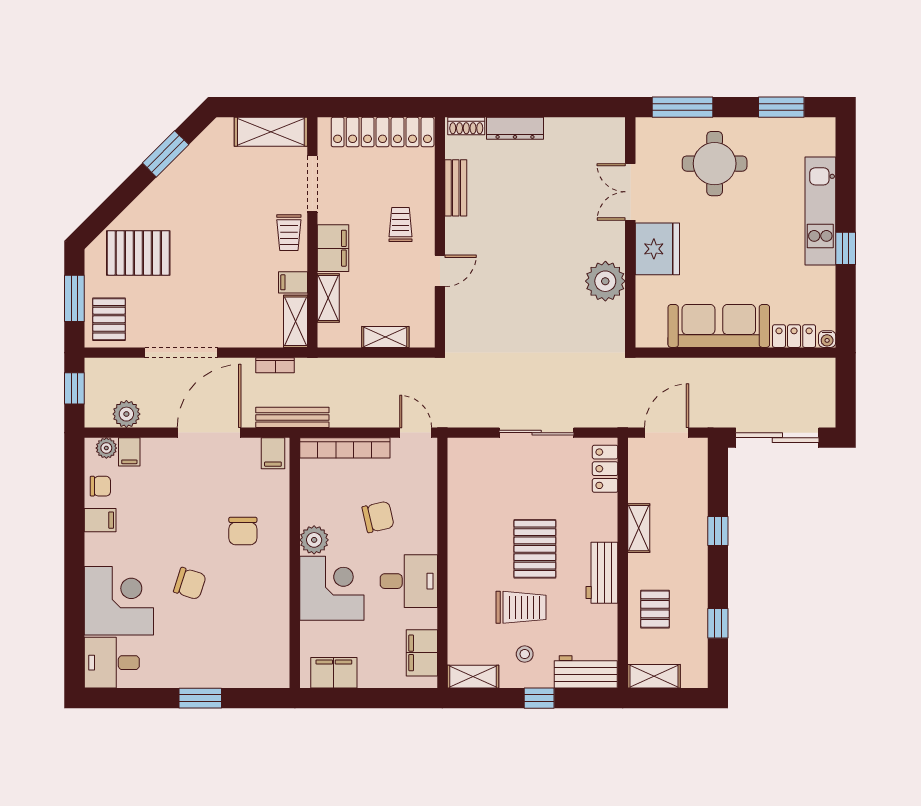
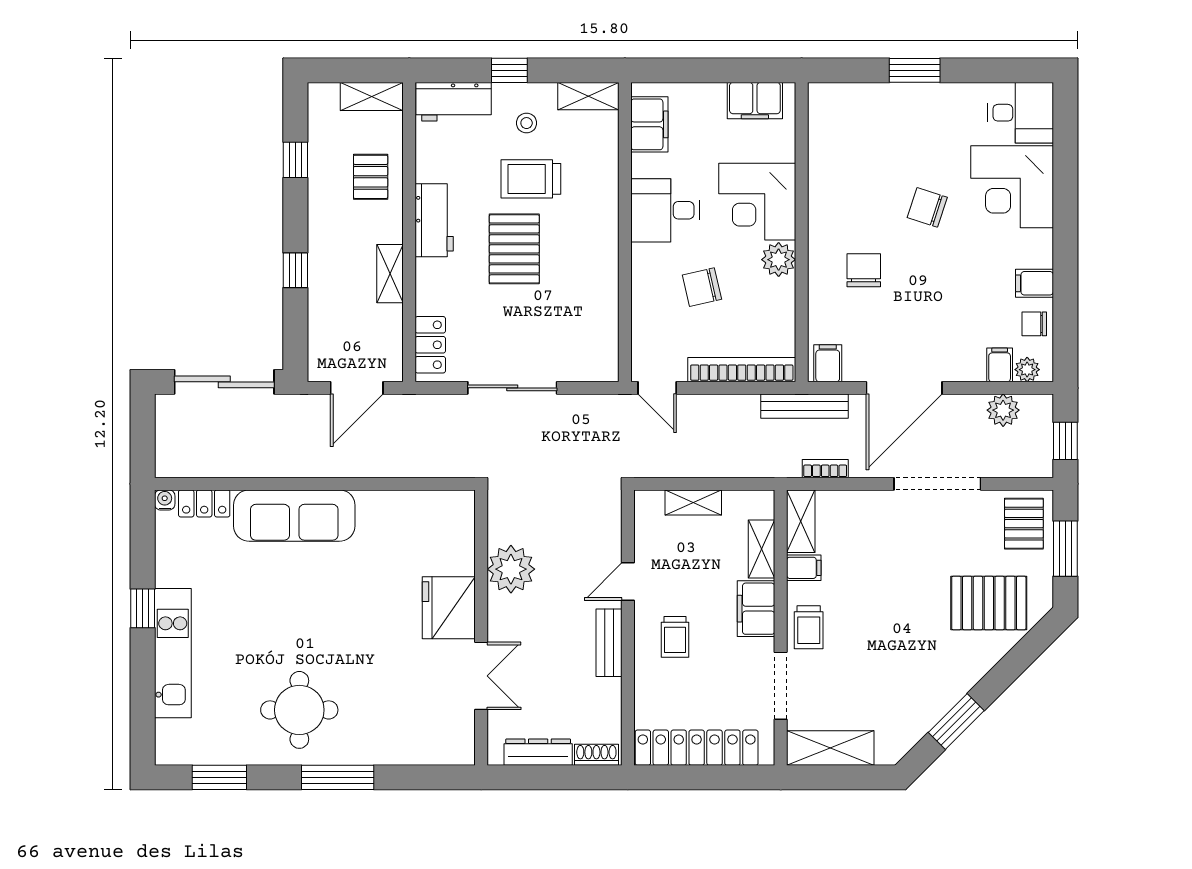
bench: (456, 188) -> (609, 643), moved
double door: (630, 192) -> (481, 676), moved
wall: (630, 232) -> (481, 628), moved
trolley: (289, 233) -> (809, 627), turned 180
fridge: (657, 249) -> (449, 608), moved
plant: (605, 281) -> (511, 569), moved

